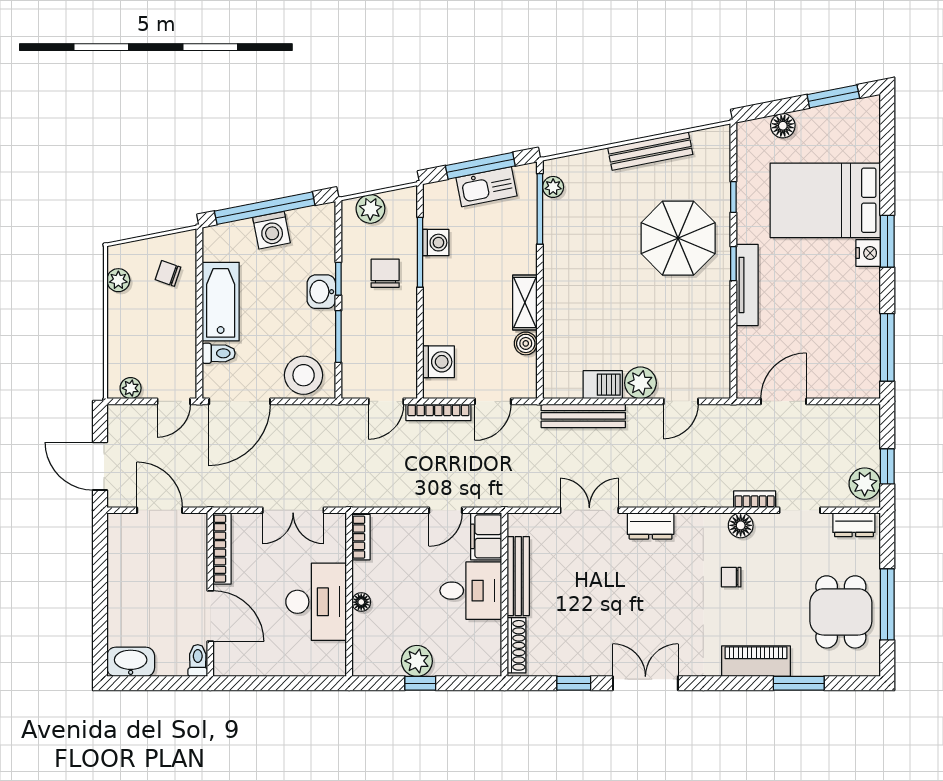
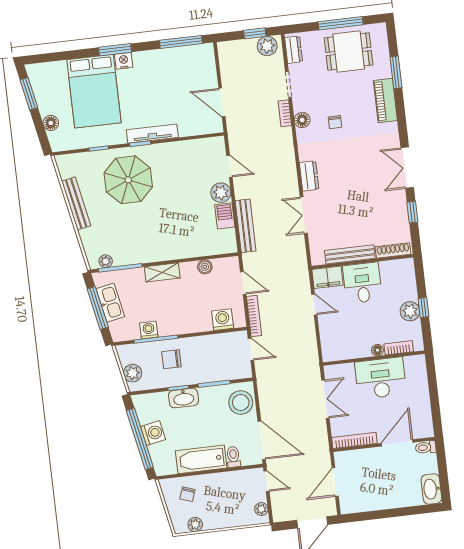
washbasin: (321, 292) -> (184, 398), width x1.38
shelving: (525, 302) -> (162, 272), moved
bookcase: (361, 537) -> (399, 348), moved

